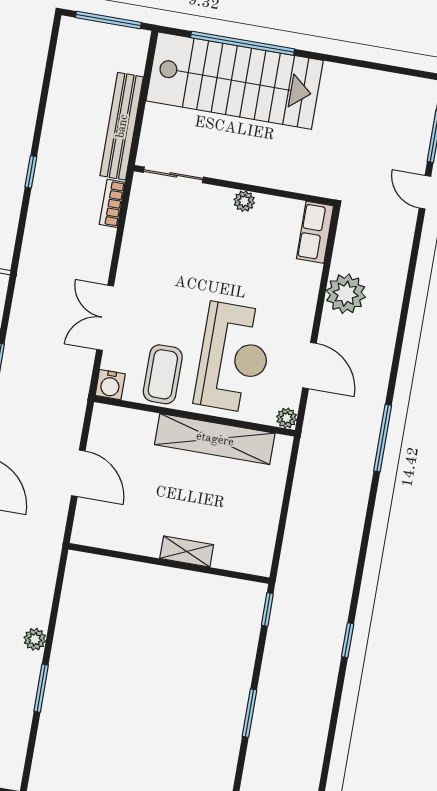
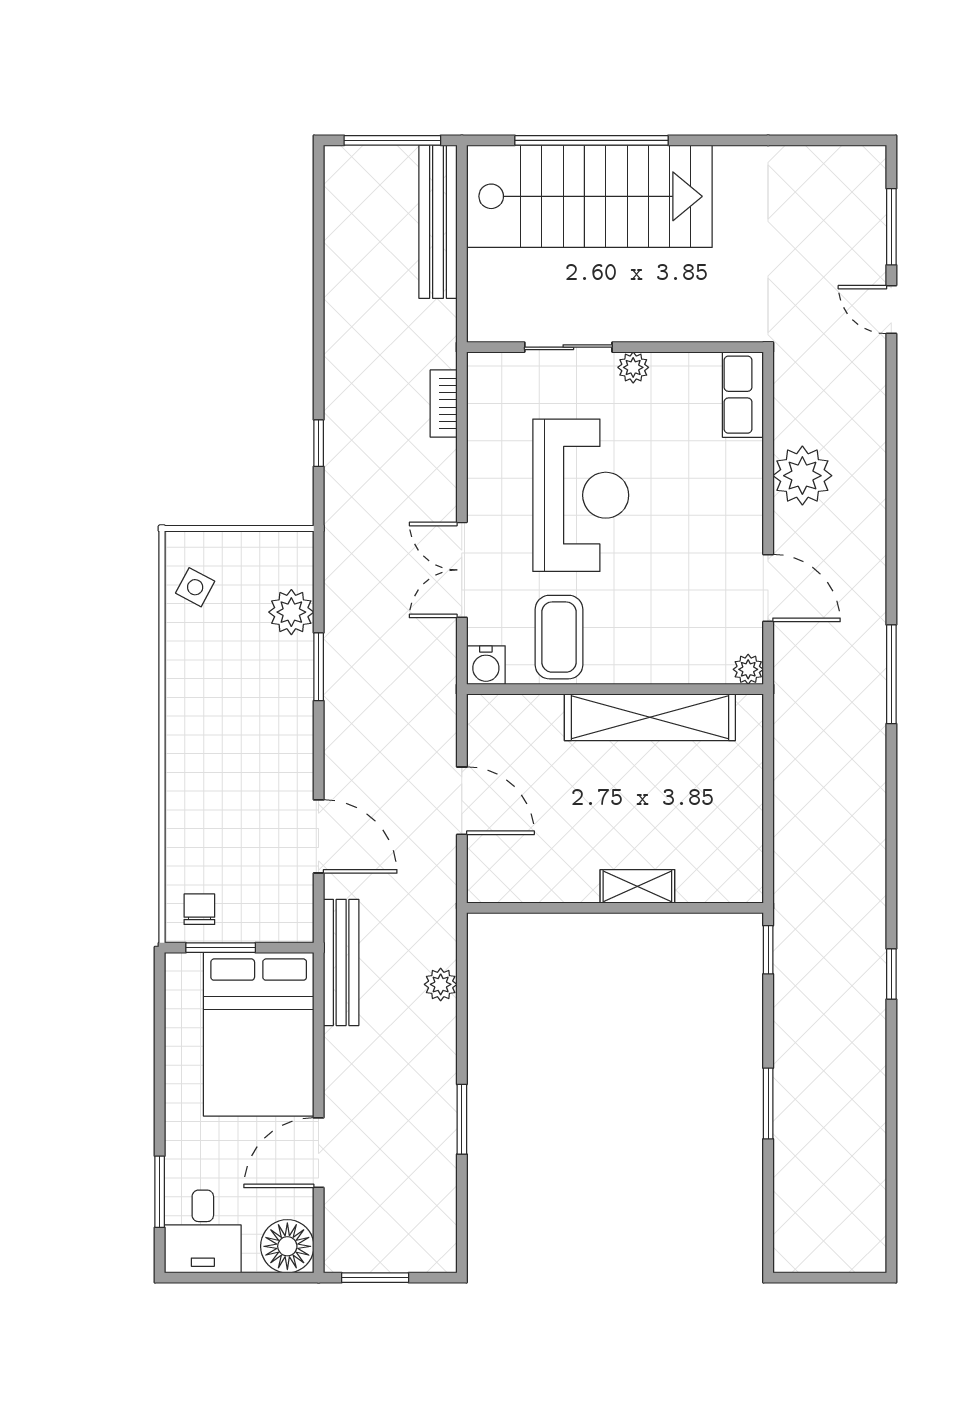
bench: (122, 126) -> (438, 222), moved
window: (31, 172) -> (319, 443), moved
sliding door: (173, 175) -> (568, 347), moved
reception desk: (234, 358) -> (581, 495), moved
plant: (35, 639) -> (441, 984), moved

